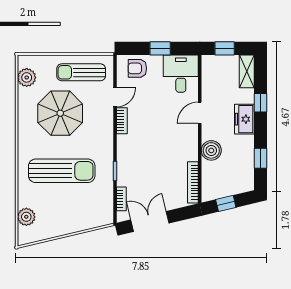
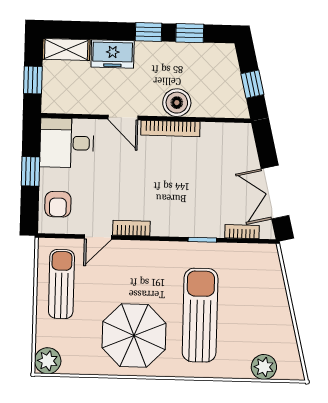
sun lounger: (81, 72) -> (61, 284), turned 180
plant: (27, 77) -> (48, 361), moved
door: (115, 97) -> (98, 237), swing flipped
window: (261, 103) -> (148, 32), moved
parasol: (60, 113) -> (134, 335), moved
freezer: (244, 119) -> (113, 54), moved
bookcase: (193, 182) -> (170, 128), moved

